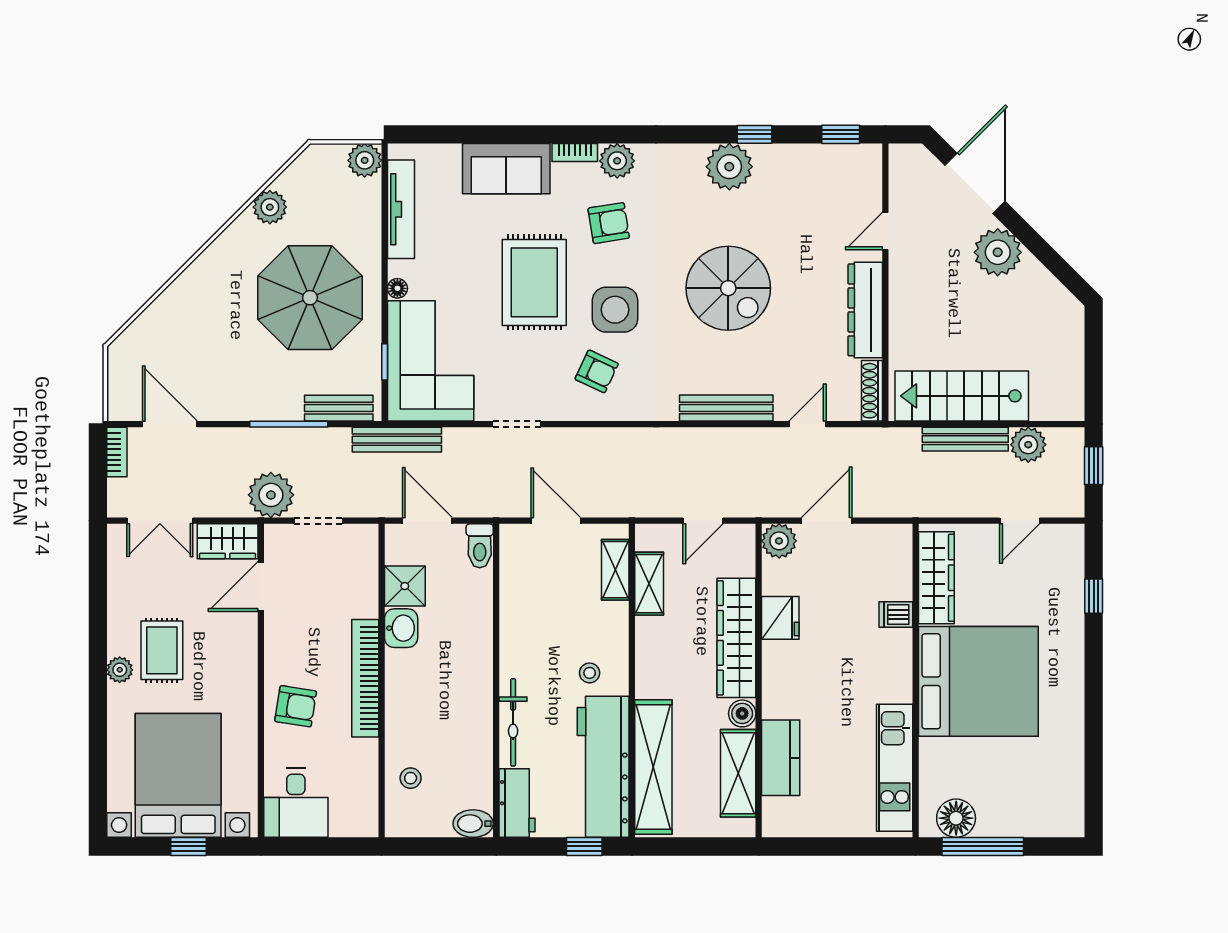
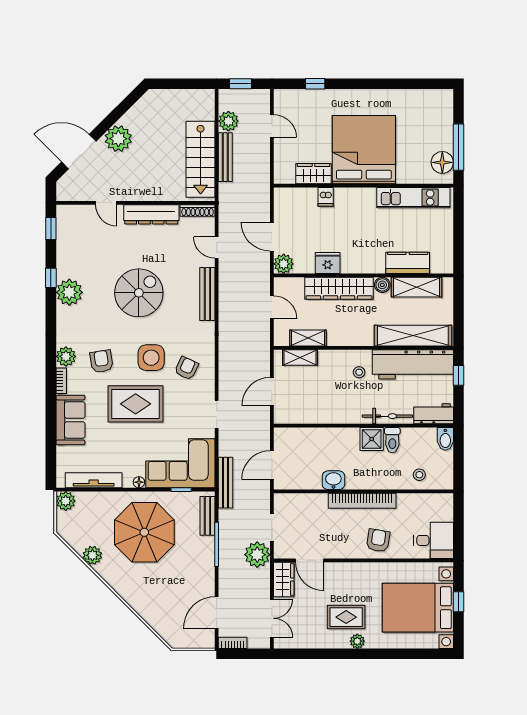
toilet: (480, 546) -> (392, 440), moved, turned 90
wardrobe: (936, 578) -> (313, 174), width x0.67
shower: (405, 586) -> (372, 439), moved

